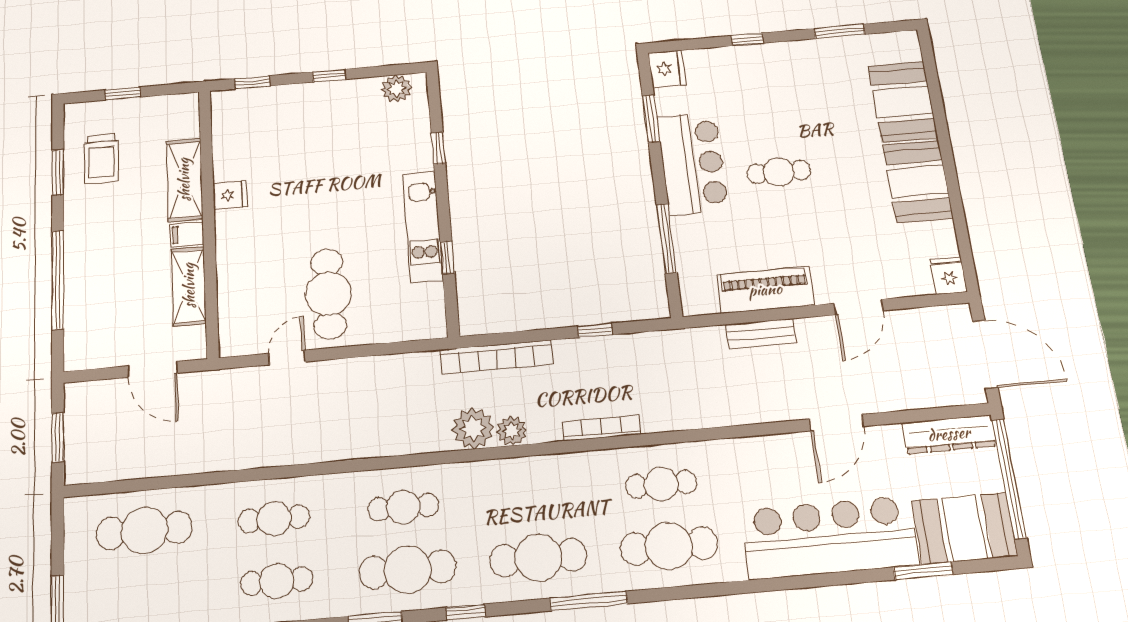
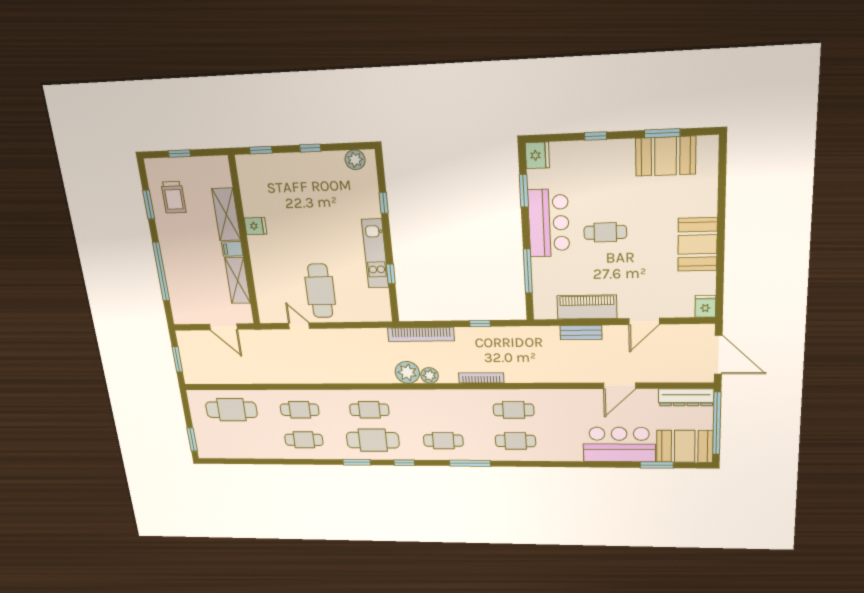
booth: (903, 102) -> (666, 156), moved, turned 90
door: (287, 358) -> (299, 326), hinge flipped
bar counter: (829, 538) -> (619, 445), width x0.73
cafe table: (669, 546) -> (515, 441), width x0.73, depth x0.74
cafe table: (538, 558) -> (443, 441), width x0.73, depth x0.74

